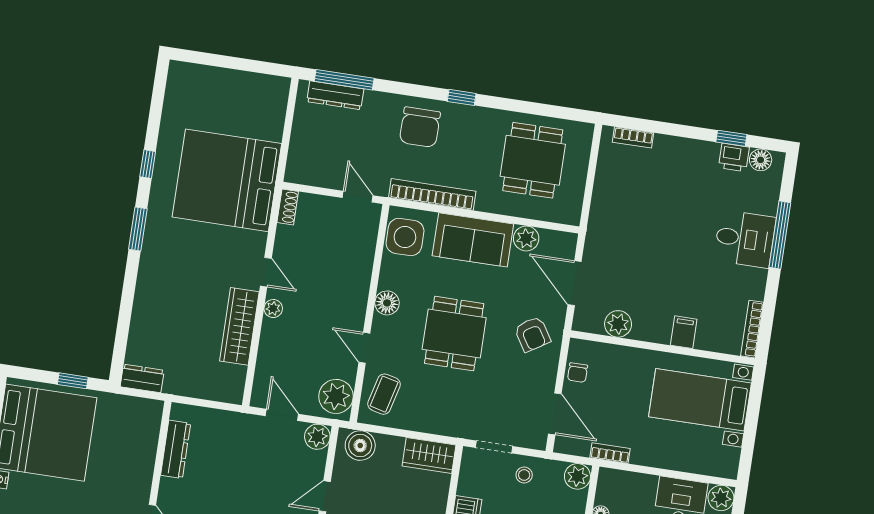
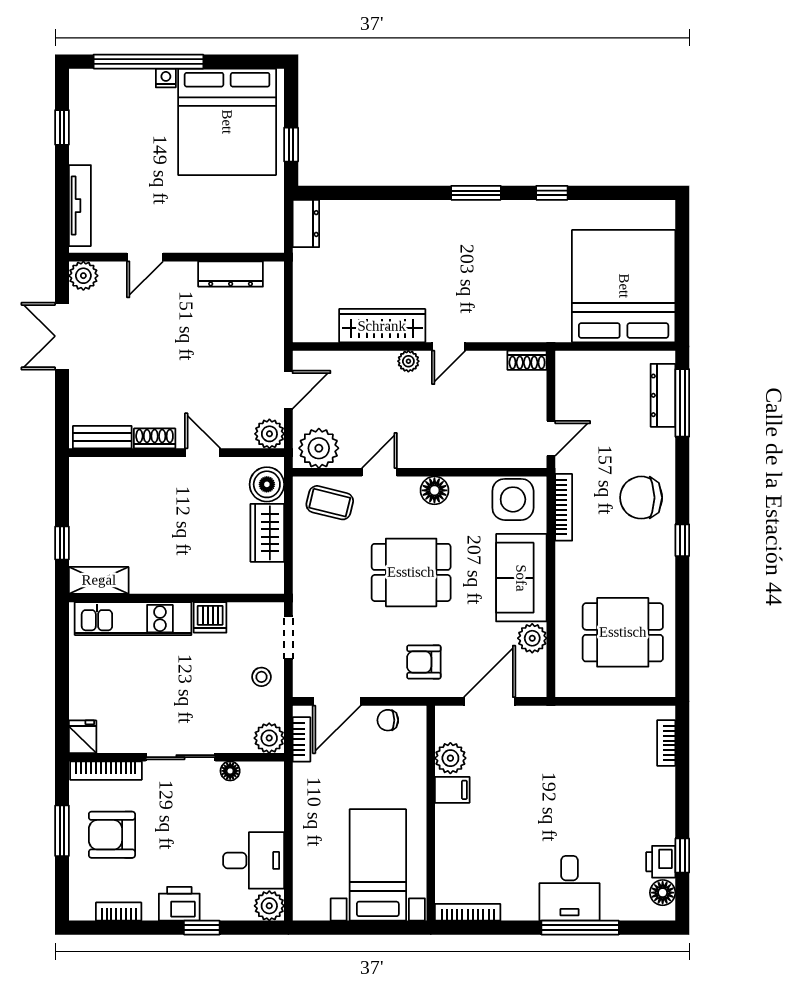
bed: (227, 180) -> (624, 286), moved
bookcase: (432, 194) -> (564, 507), width x0.68, depth x0.76
filing cabinet: (684, 332) -> (452, 790), moved
armchair: (532, 334) -> (424, 662), turned 32
bookcase: (610, 453) -> (301, 739), moved
wardrobe: (429, 456) -> (267, 533), moved

